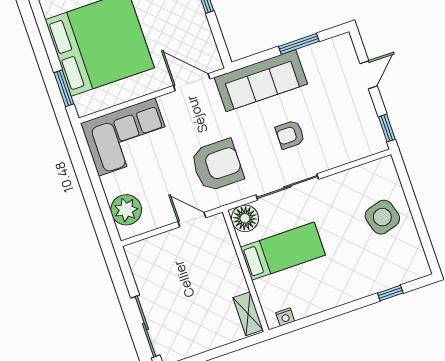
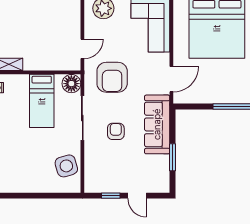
window: (387, 128) -> (111, 196), moved
side table: (382, 217) -> (66, 166), moved

